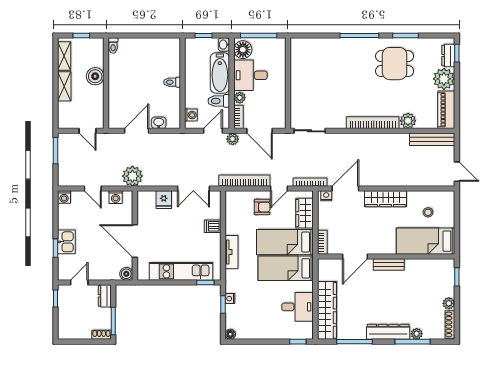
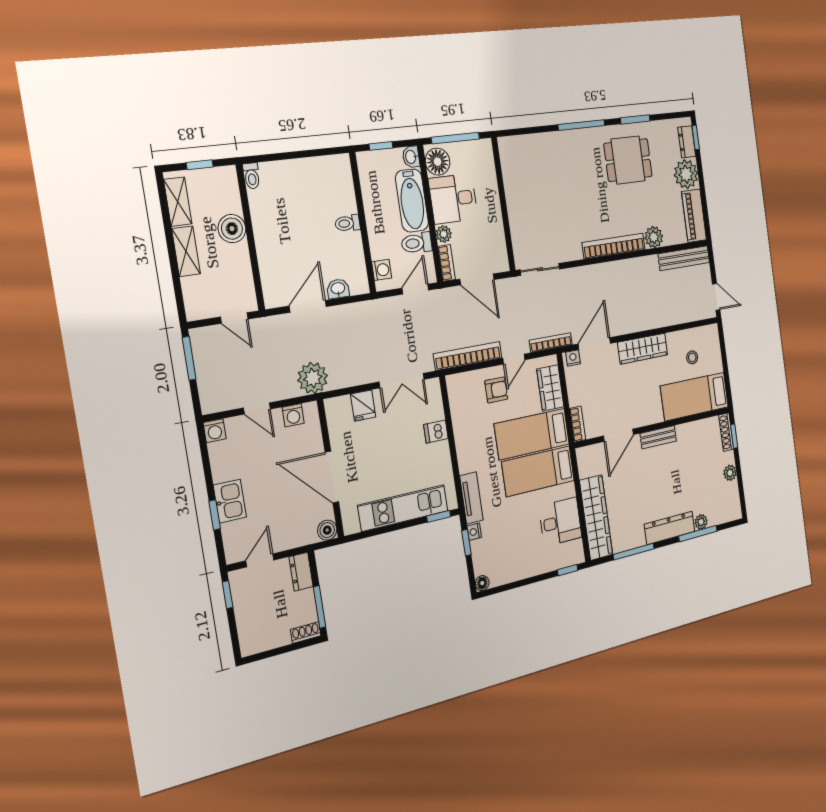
plant: (233, 139) -> (443, 297), removed
tv unit: (232, 252) -> (471, 498), moved
shoe rack: (450, 324) -> (726, 432), moved

